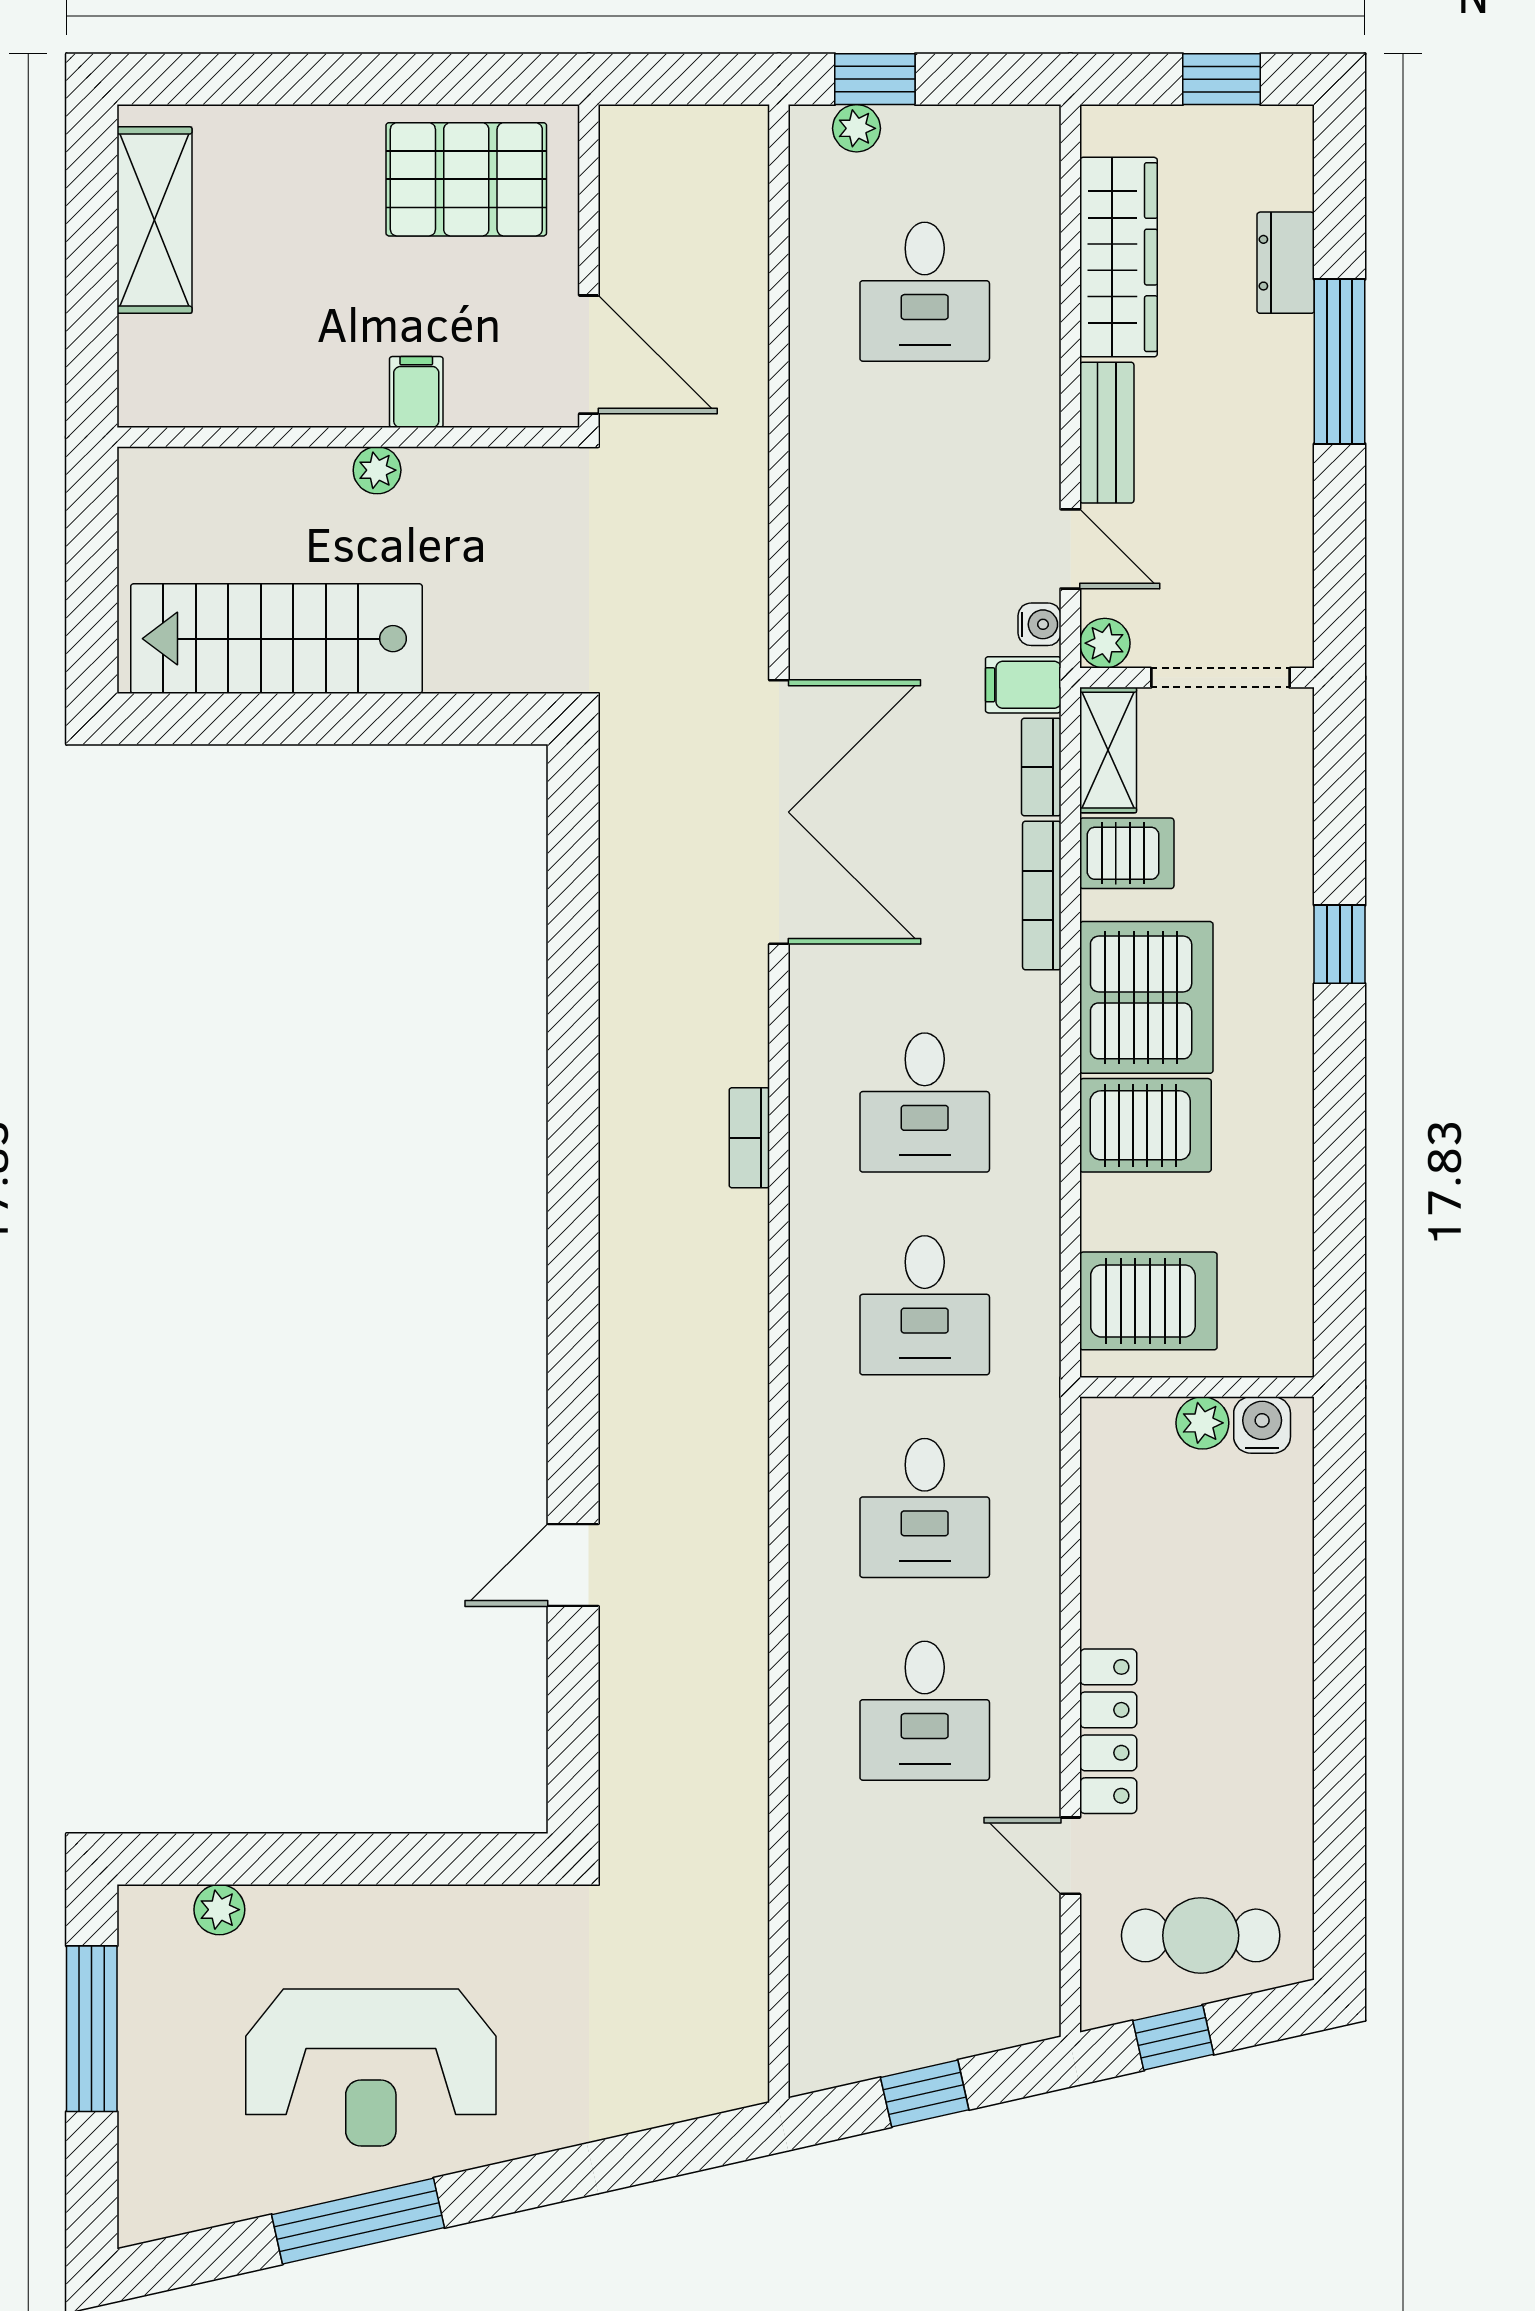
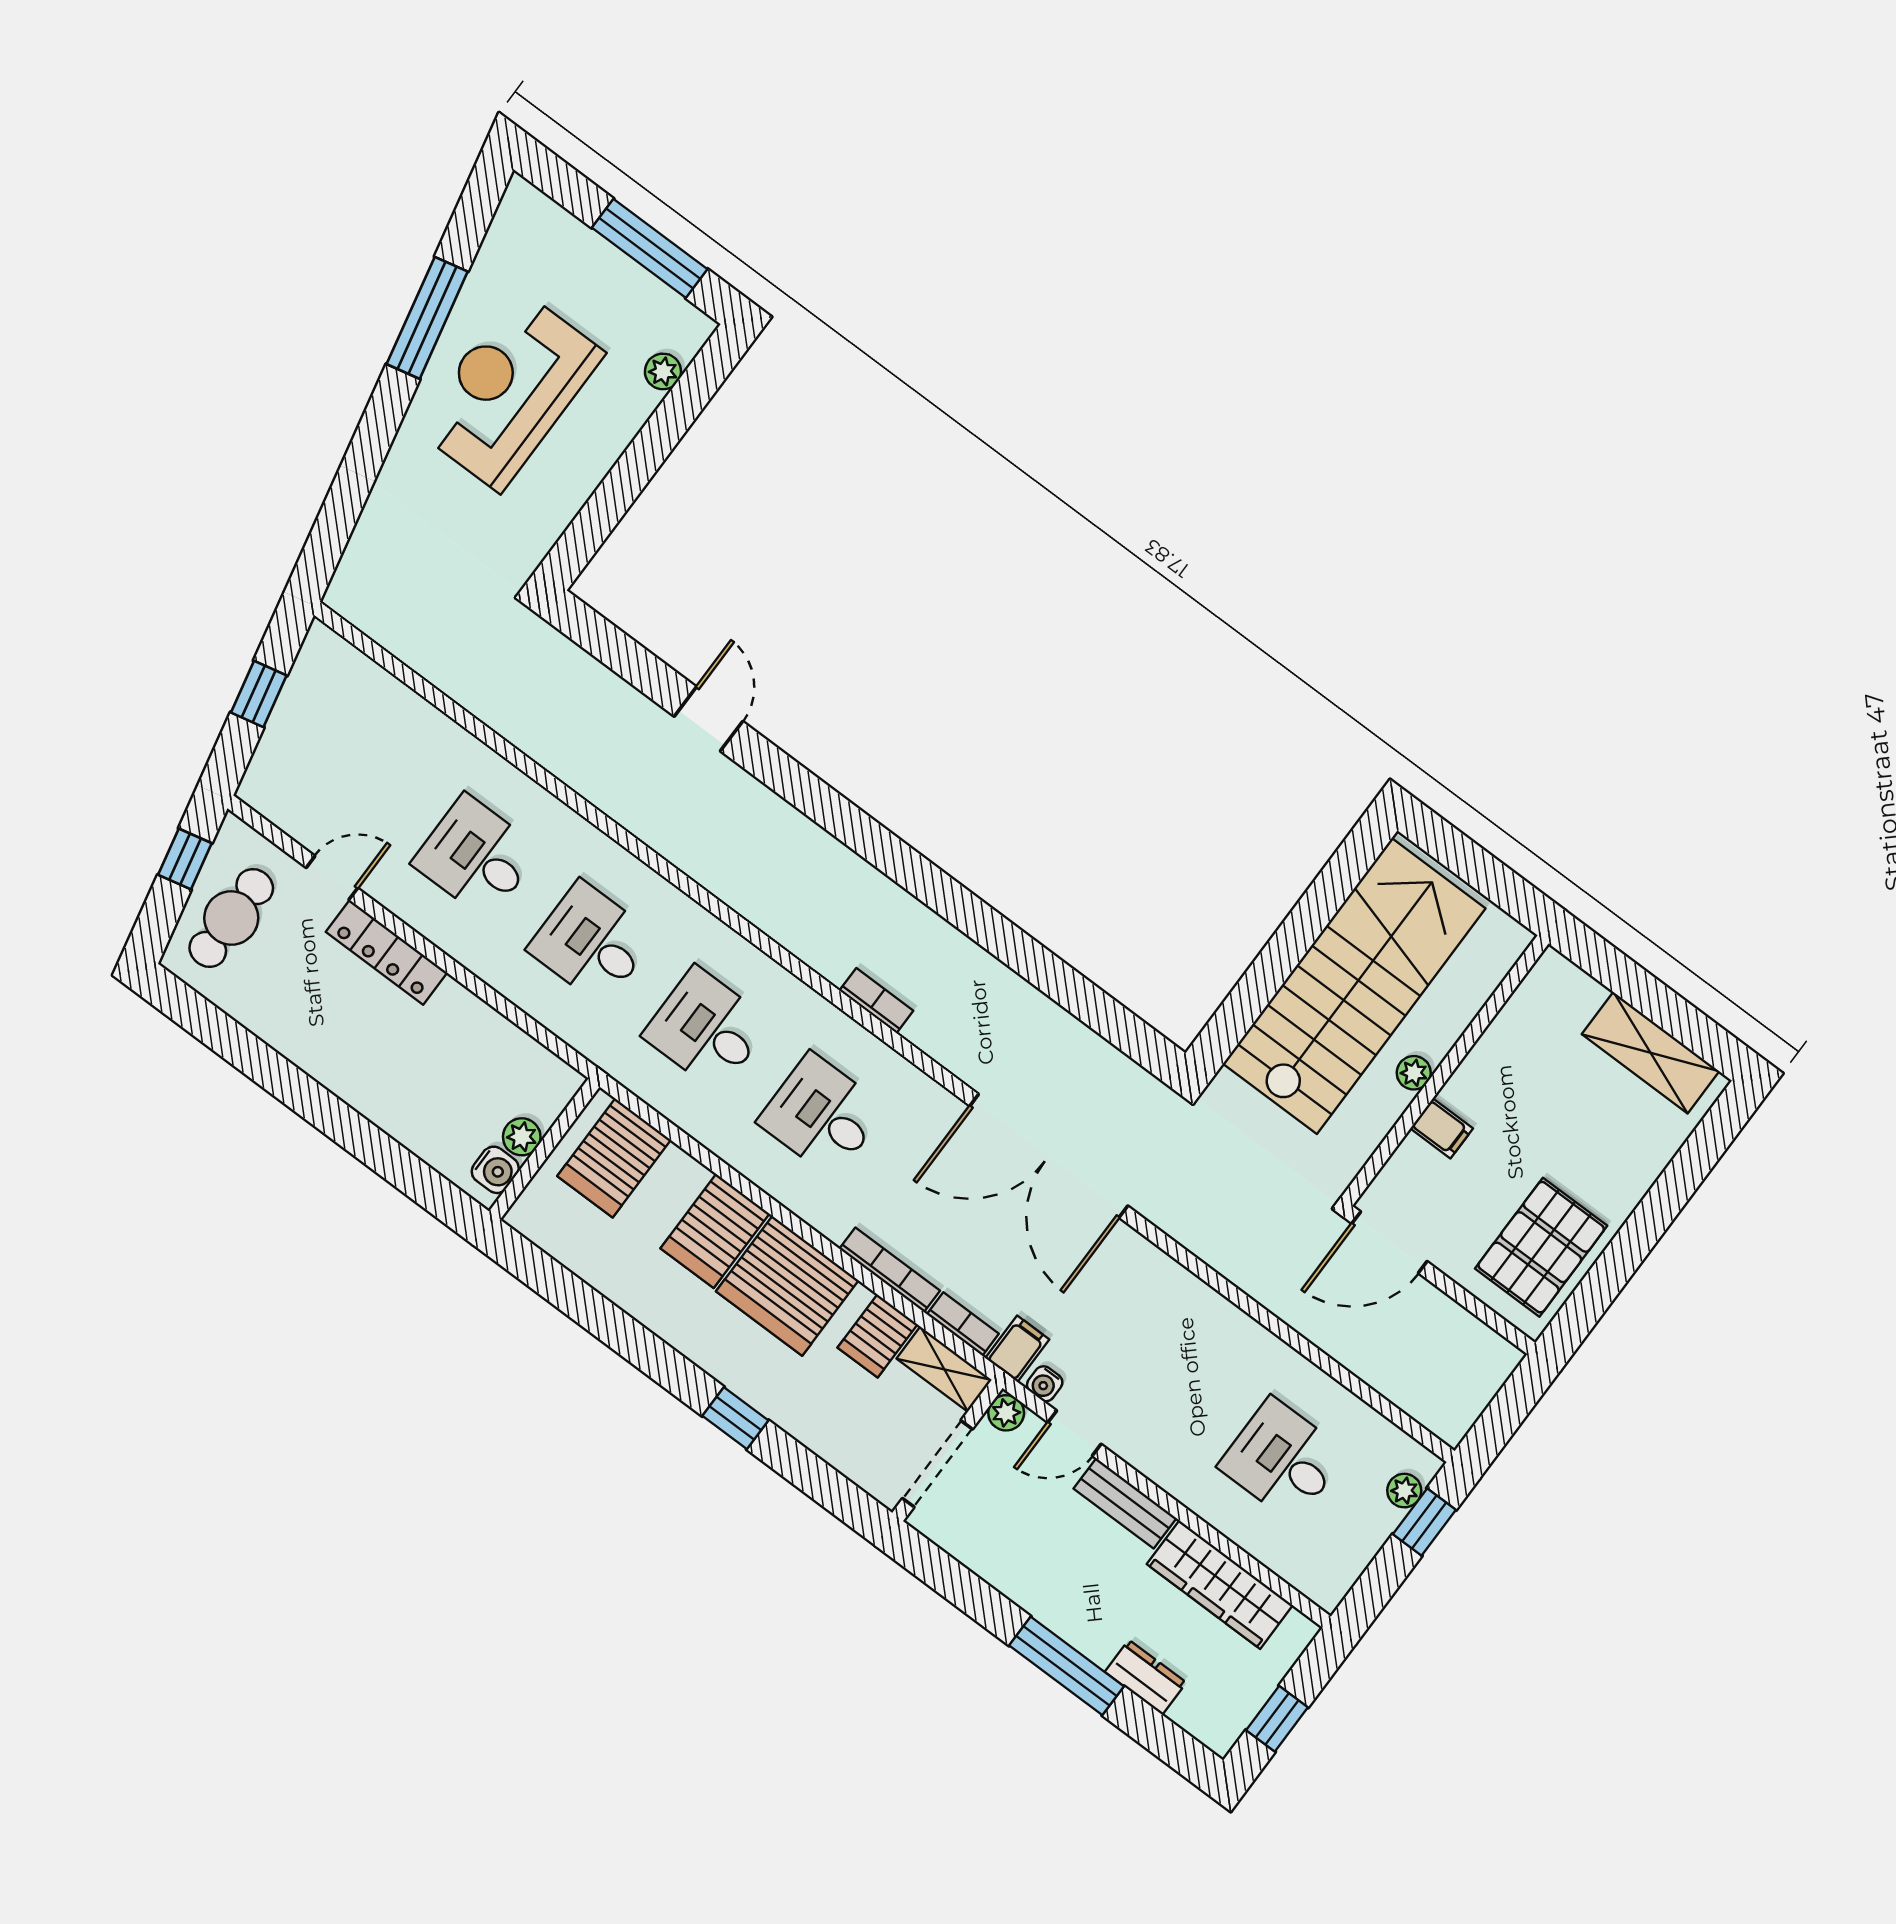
stairs: (276, 639) -> (1354, 986), width x1.36, depth x1.51

